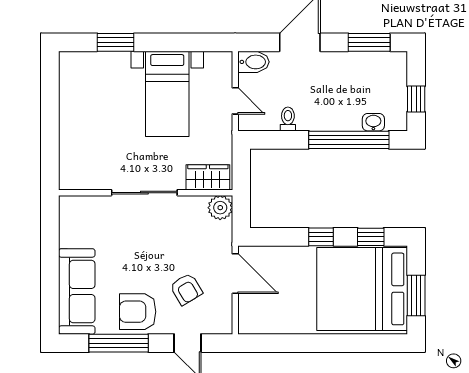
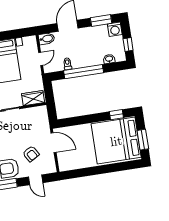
washing machine: (394, 64) -> (115, 29), added
door: (235, 101) -> (41, 59), hinge flipped
window: (349, 140) -> (84, 72), moved
plant: (220, 208) -> (41, 112), removed
window: (321, 237) -> (92, 118), removed

